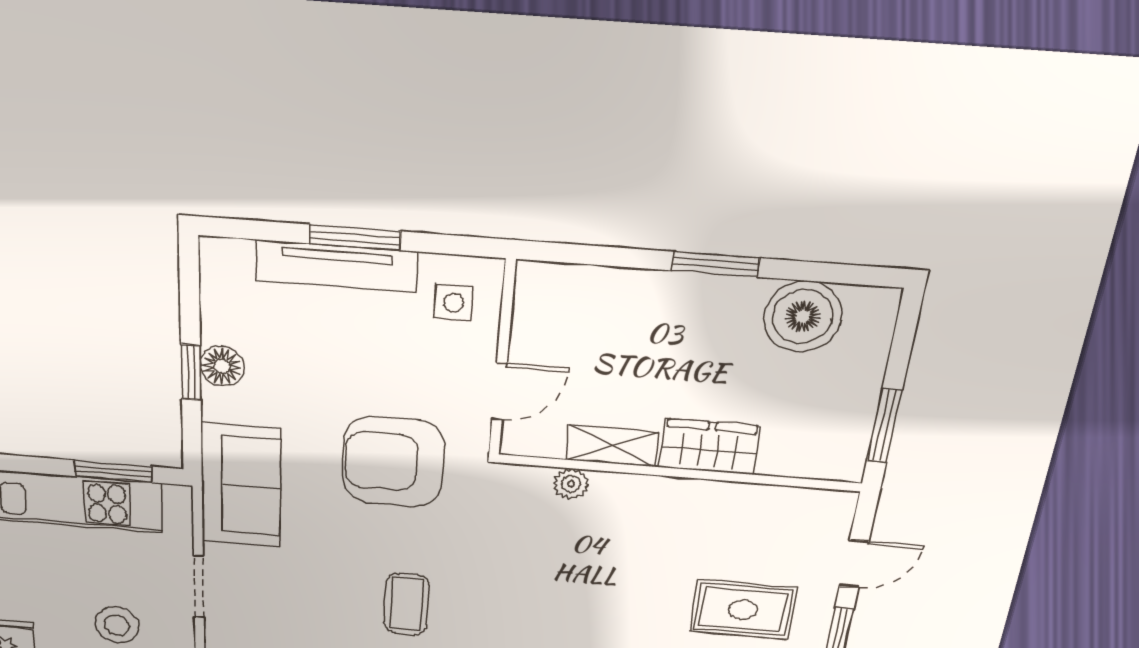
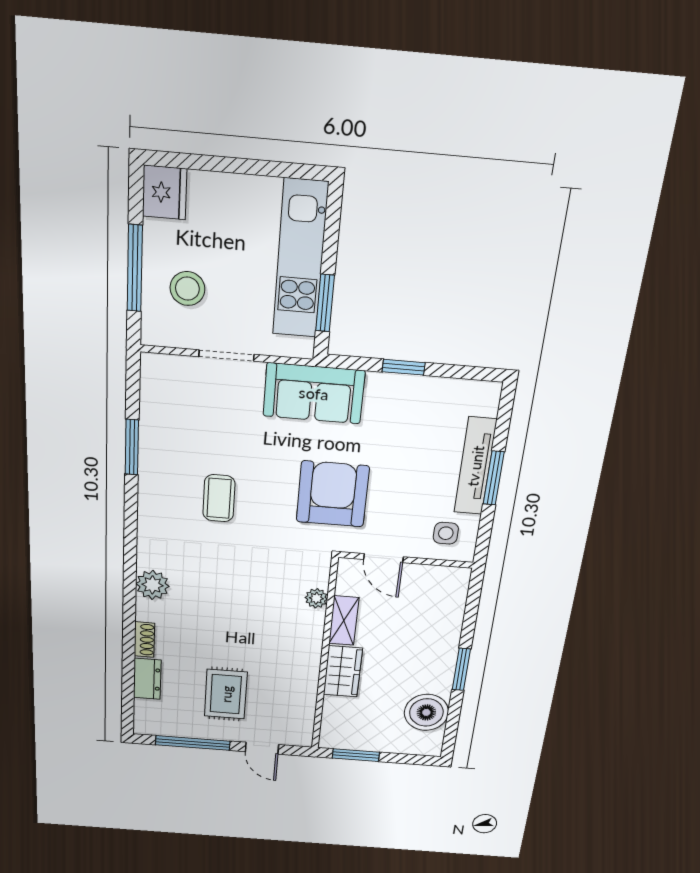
floor lamp: (222, 366) -> (408, 389), removed
coffee table: (407, 604) -> (219, 498), turned 90

